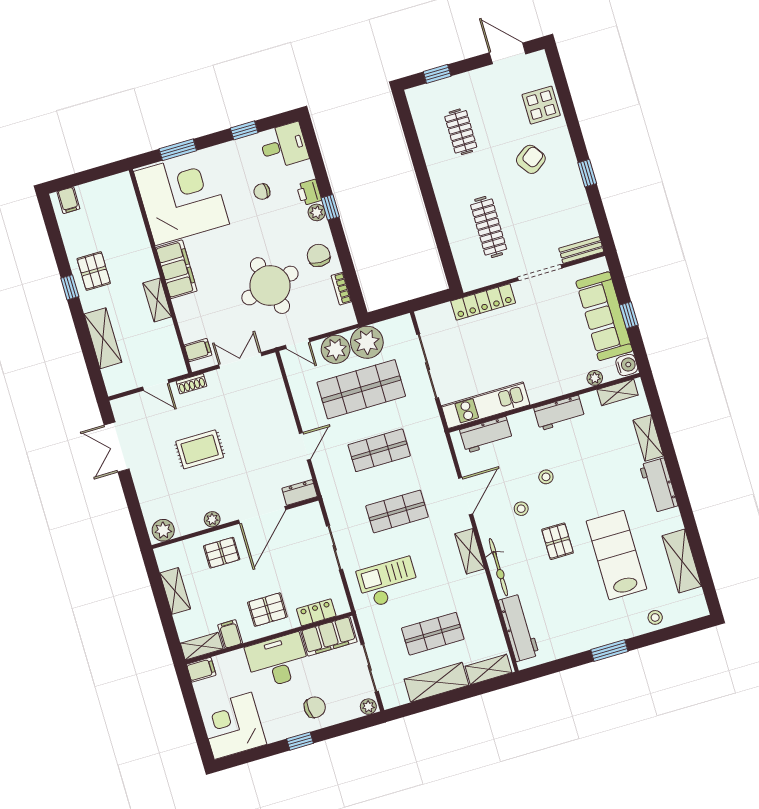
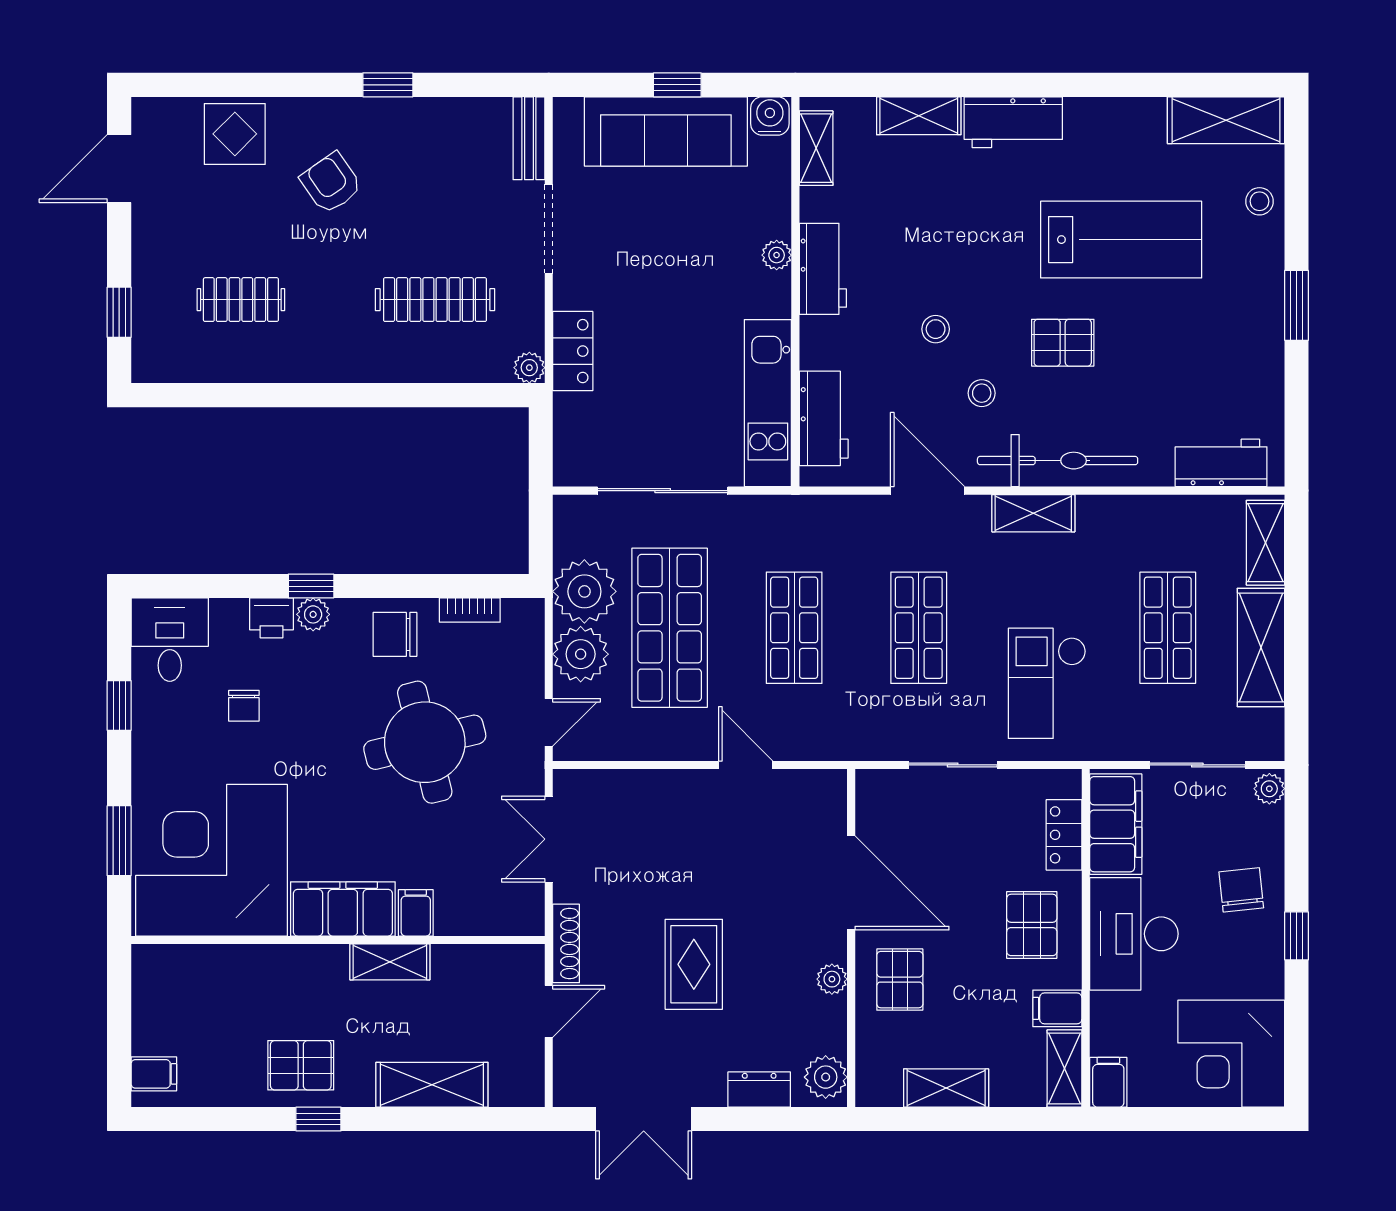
plant: (469, 283) -> (529, 368), added
locker: (483, 302) -> (573, 351), width x0.66
filing cabinet: (198, 350) -> (416, 913), moved
plant: (595, 378) -> (777, 255), moved
shoe rack: (192, 384) -> (566, 943), width x1.43
dresser: (300, 492) -> (759, 1089), moved, turned 90
lab bench: (616, 555) -> (1121, 240), turned 180
shelving: (682, 561) -> (1226, 120), moved
bicycle: (498, 567) -> (1058, 461), width x1.37, depth x1.40
workbench: (519, 628) -> (1221, 463), width x0.73

